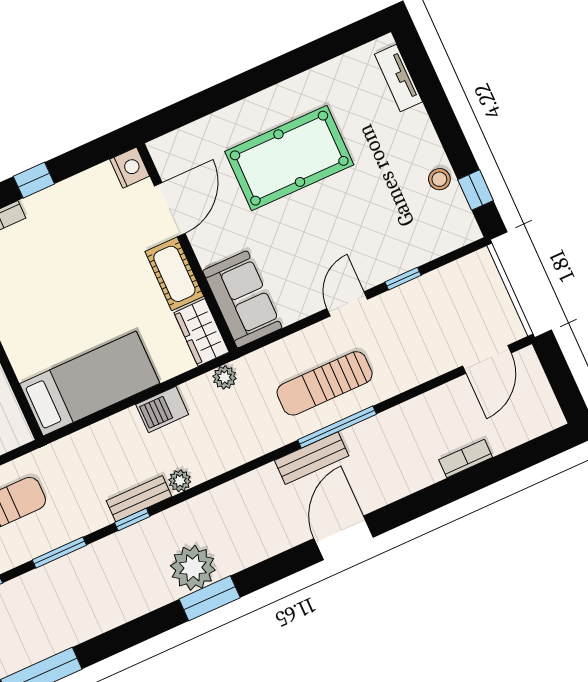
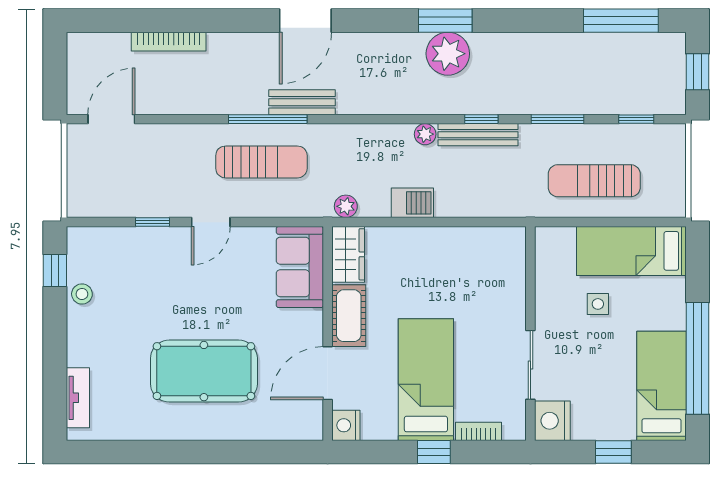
bed: (90, 384) -> (426, 380), moved, turned 90
bookcase: (466, 459) -> (169, 42), width x1.56
bench: (139, 499) -> (478, 135), width x1.36

